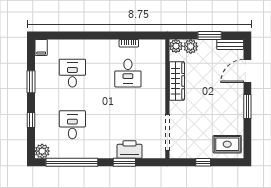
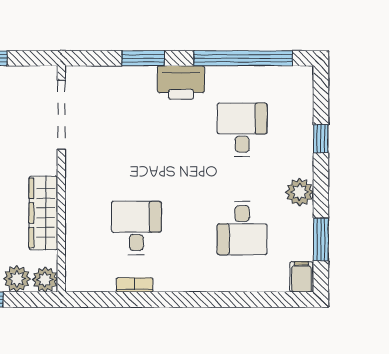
window: (31, 82) -> (321, 239), moved
desk: (72, 125) -> (242, 130), turned 180
printer: (129, 150) -> (181, 82), moved
plant: (42, 151) -> (300, 192), moved

